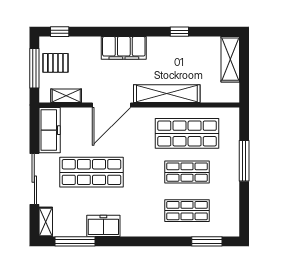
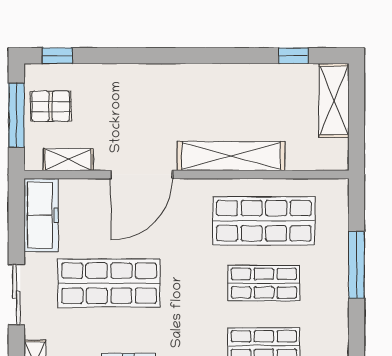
window: (179, 32) -> (293, 56), moved
filing cabinet: (124, 48) -> (161, 82), removed
sliding door: (34, 179) -> (16, 295), width x0.73

